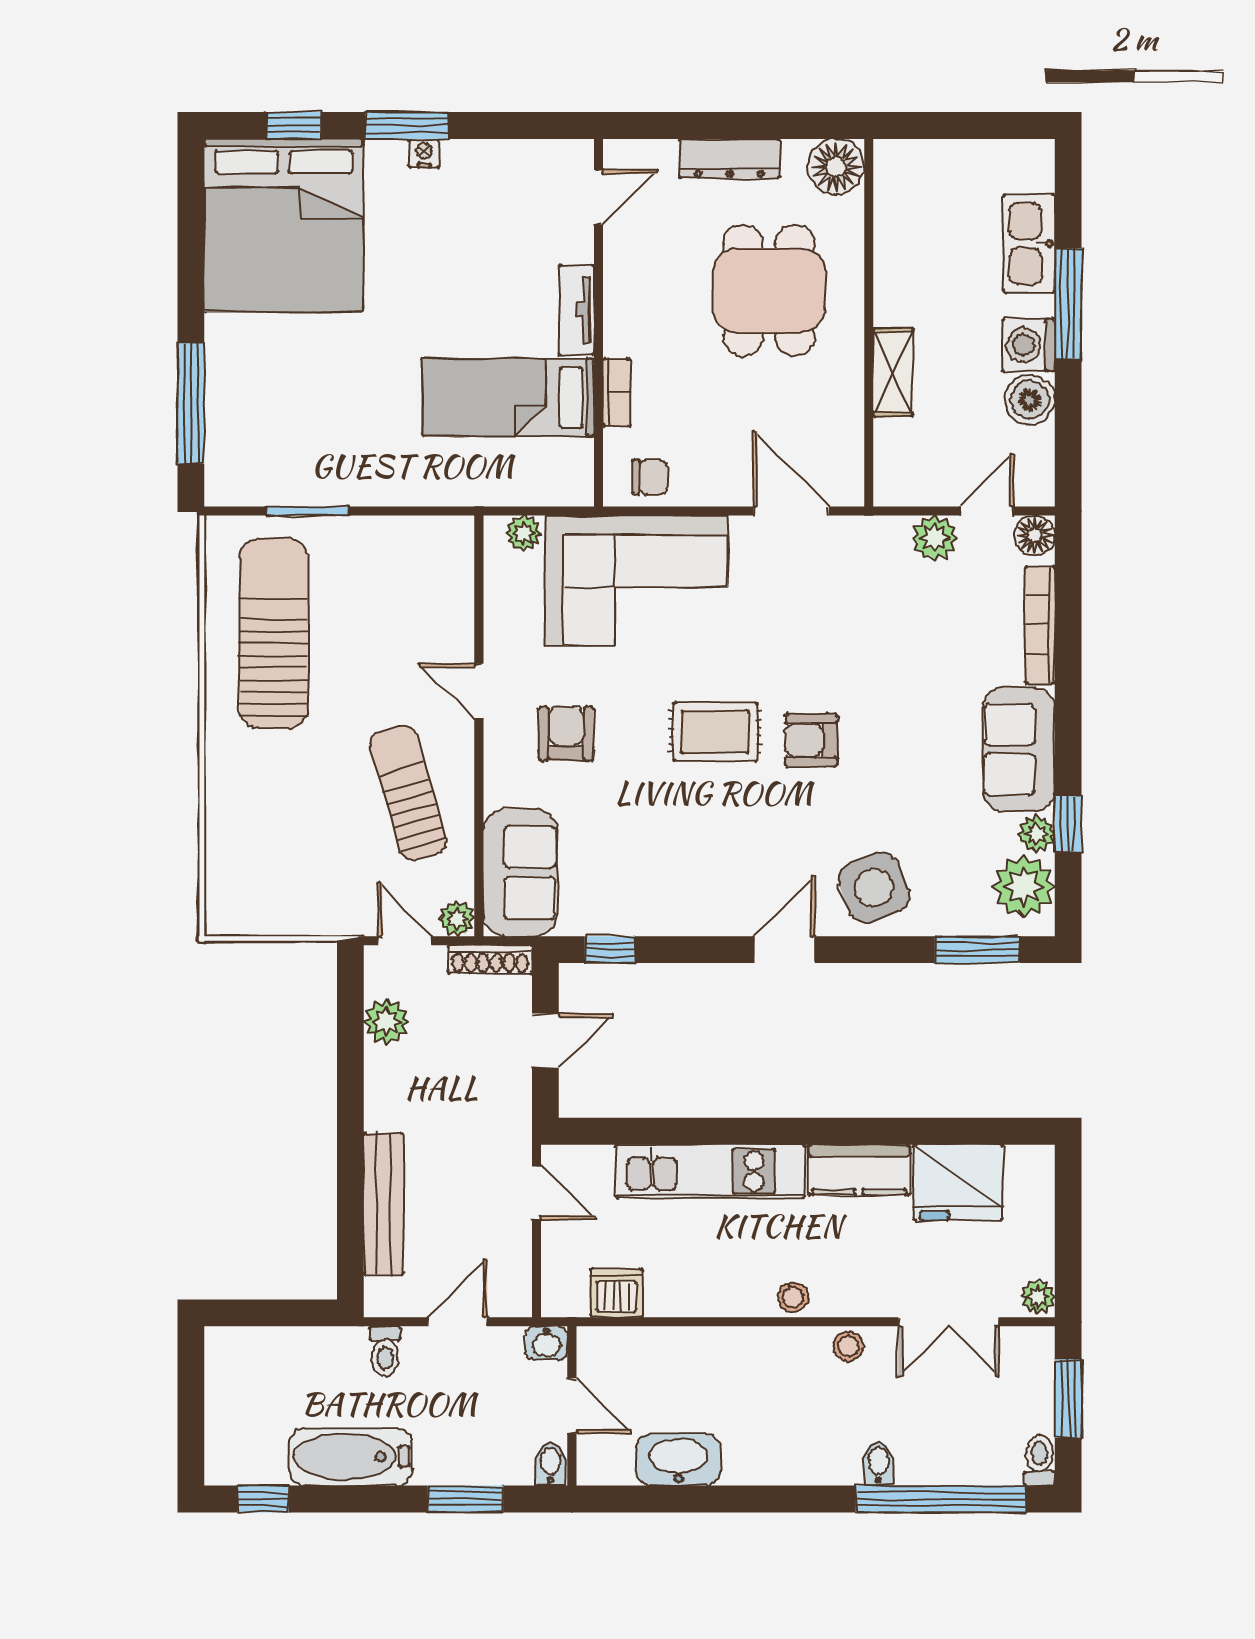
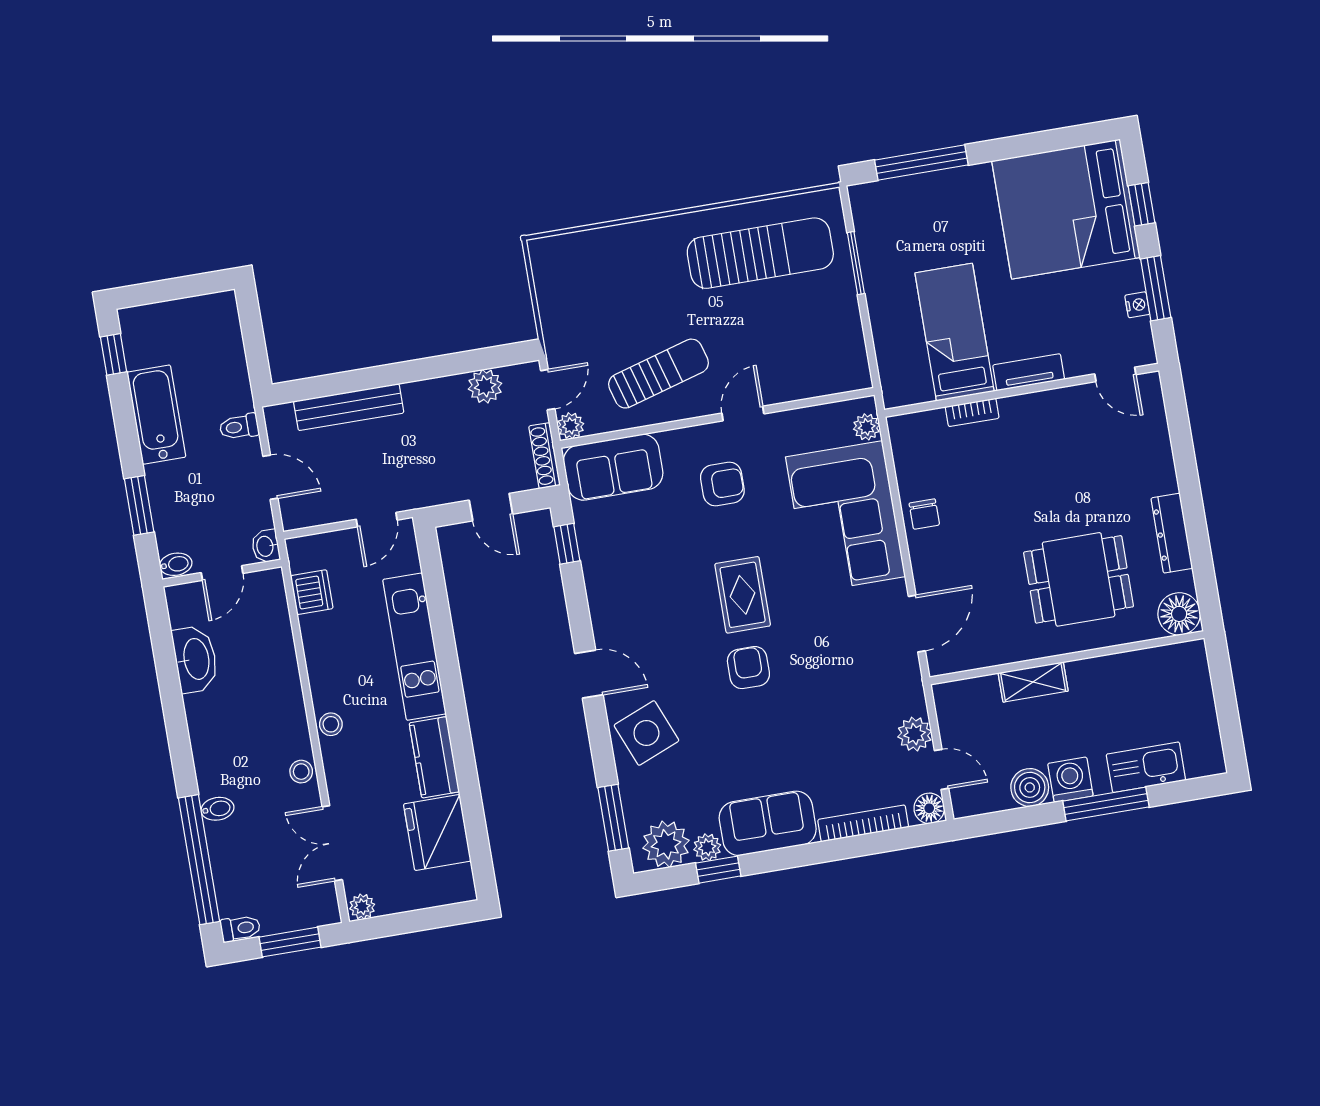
door: (598, 197) -> (1115, 374), moved
tv unit: (577, 310) -> (1029, 372), moved
wall: (598, 323) -> (1022, 390), moved
bookcase: (617, 392) -> (972, 412), moved
bed: (508, 398) -> (954, 332), moved

